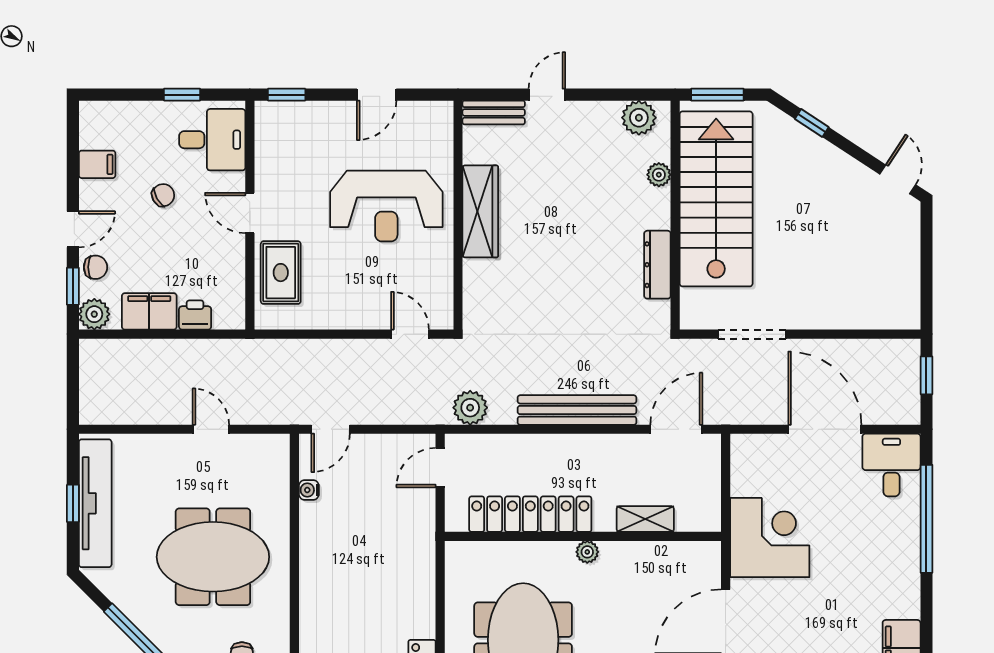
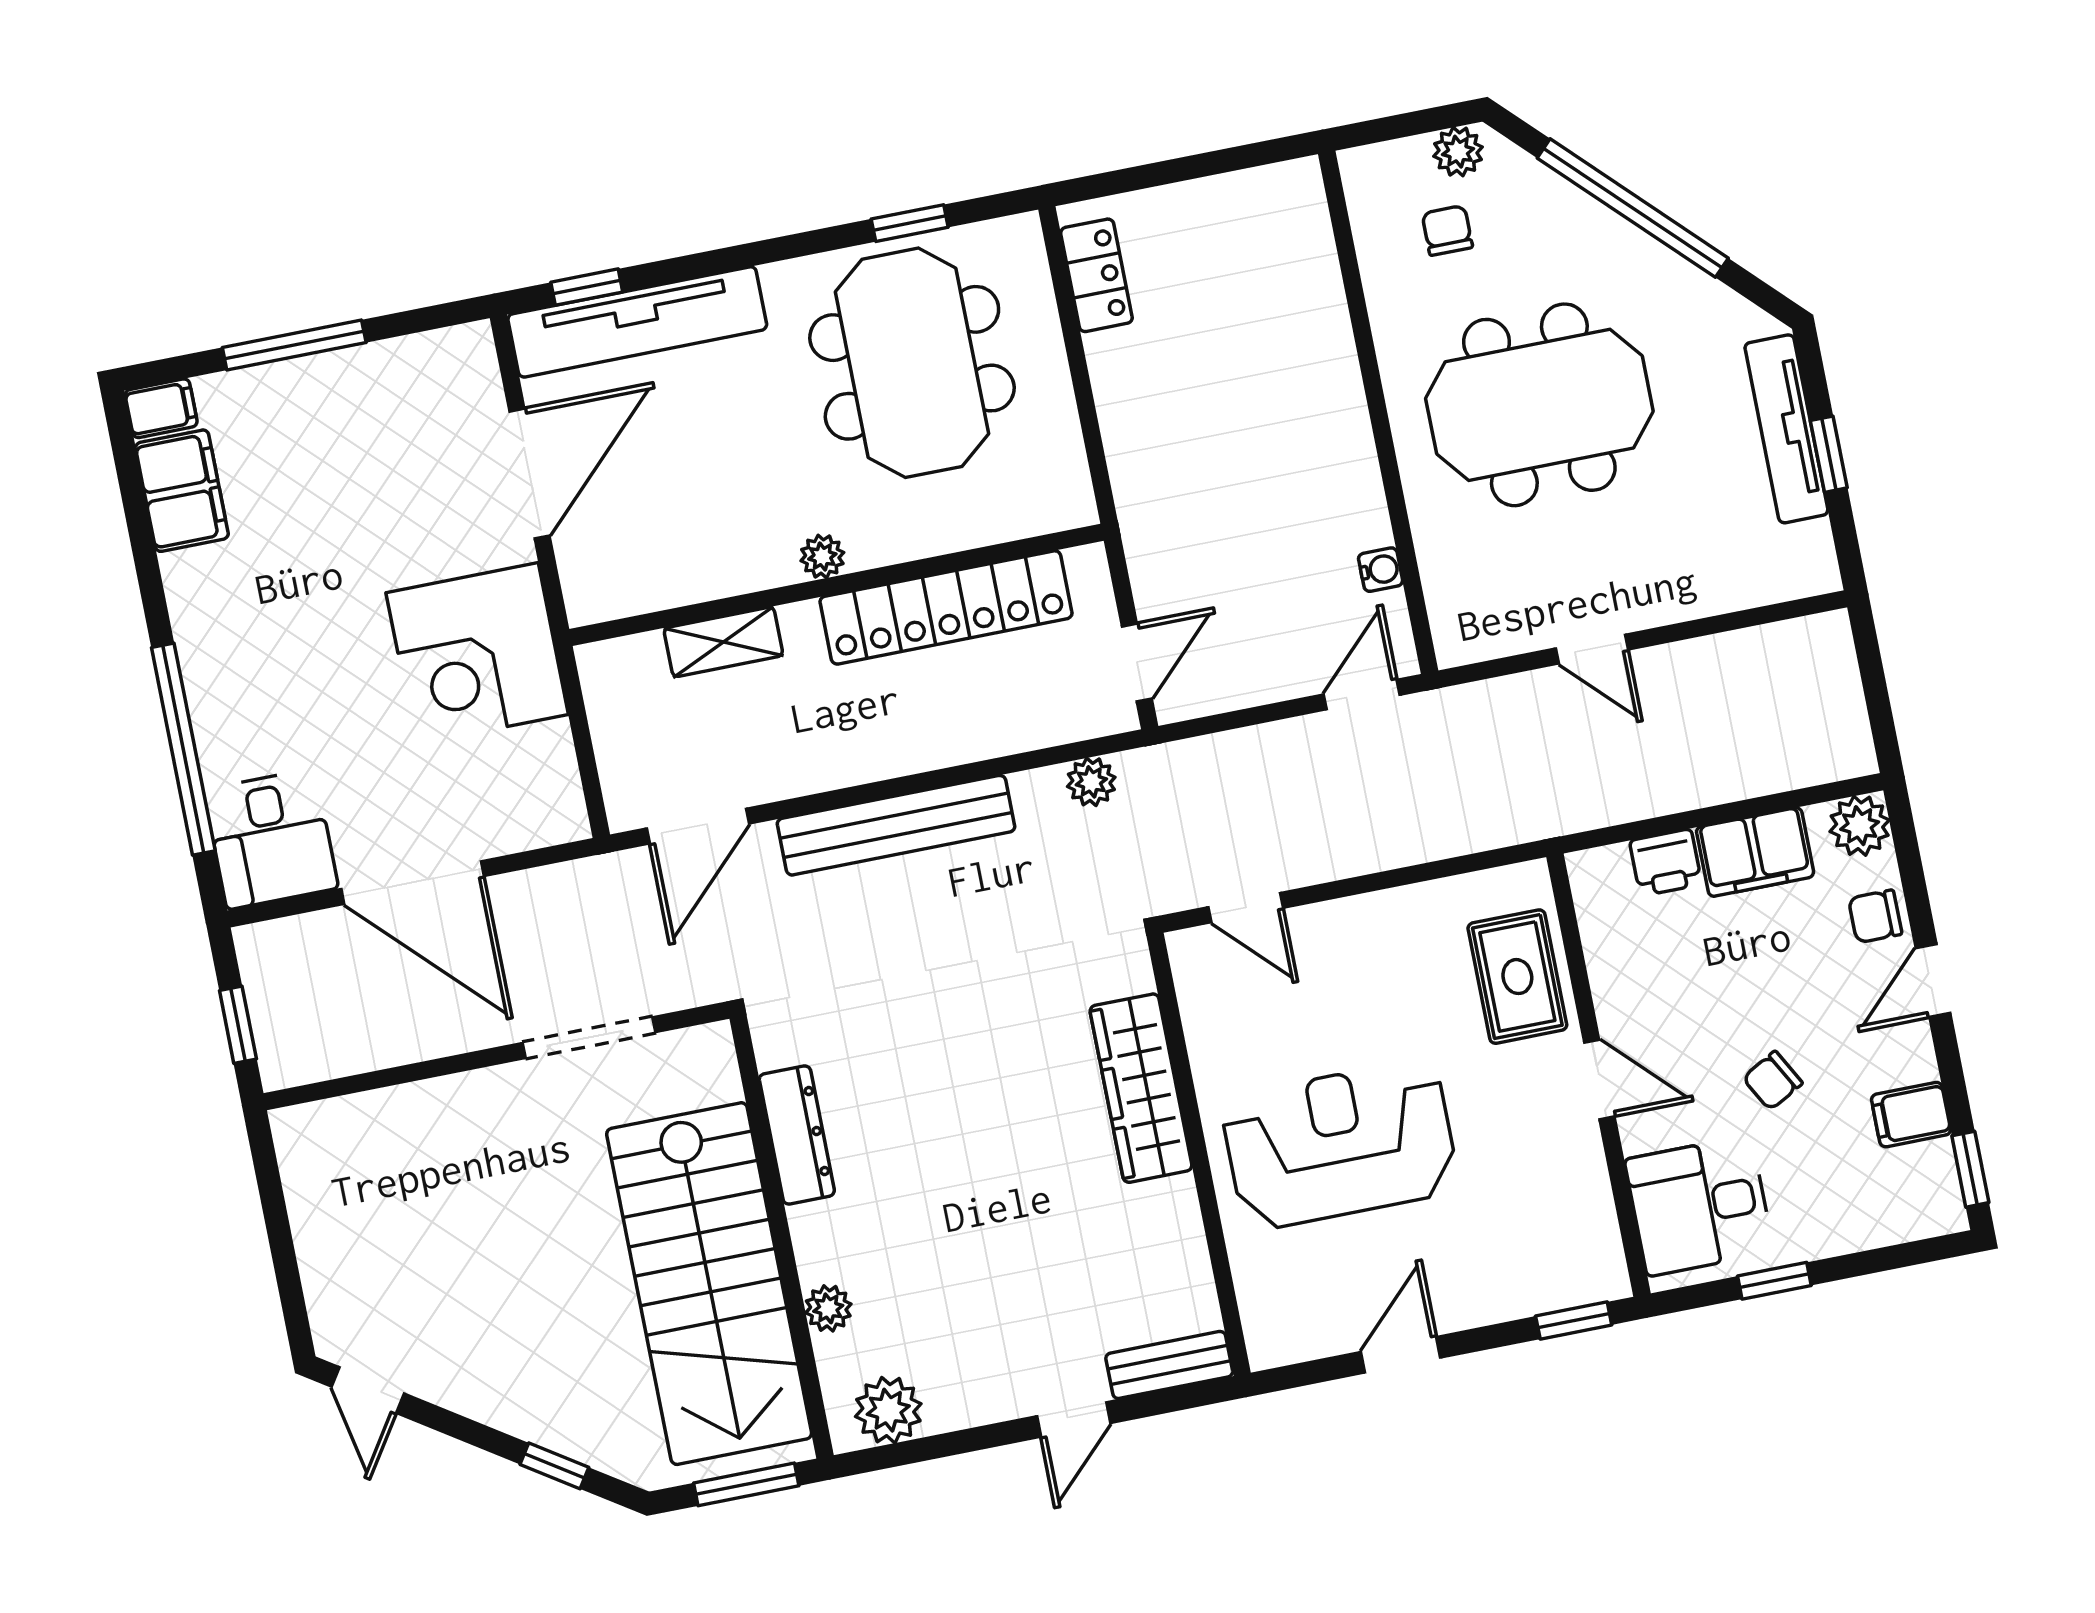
wardrobe: (480, 211) -> (1141, 1088), moved
window: (73, 286) -> (1970, 1169), moved
plant: (470, 408) -> (1091, 782), width x0.73, depth x0.73
tv unit: (95, 503) -> (1786, 429), width x0.73, depth x0.78

